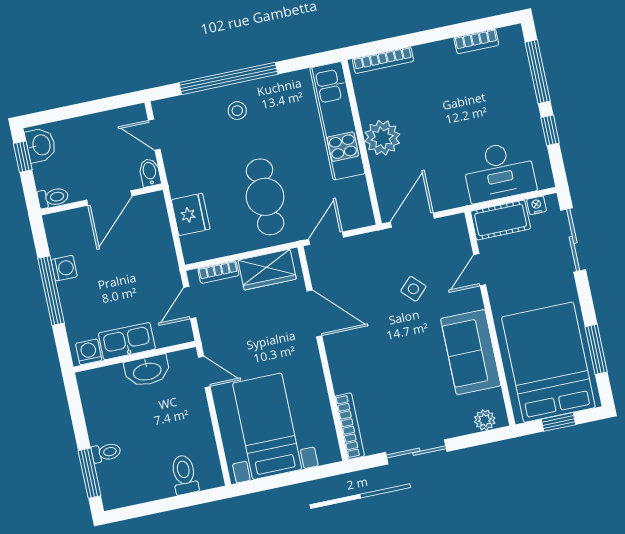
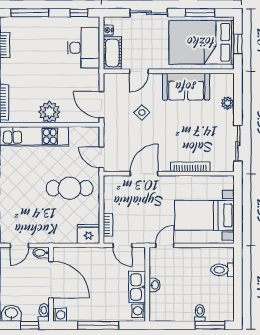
stool: (237, 111) -> (16, 194), removed
window: (550, 130) -> (79, 13), moved
window: (23, 157) -> (30, 325), moved
door: (109, 198) -> (51, 280), width x1.36
fridge: (191, 214) -> (89, 234), moved
sliding door: (573, 240) -> (149, 13), moved
washing machine: (64, 268) -> (60, 315), moved, turned 90
wardrobe: (267, 270) -> (113, 196), removed
door: (480, 270) -> (139, 71), hinge flipped
washbasin: (147, 371) -> (155, 285), width x0.52, depth x0.69
plant: (485, 420) -> (228, 103), moved
bookcase: (350, 426) -> (190, 167), moved
sliding door: (416, 452) -> (238, 143), moved

